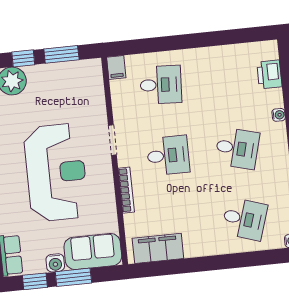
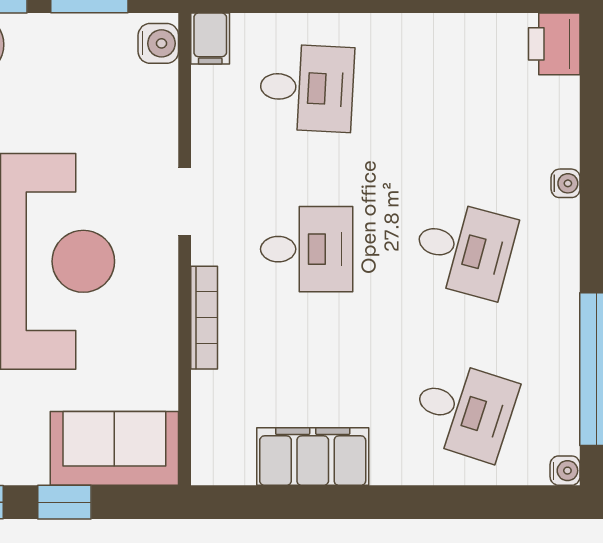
printer: (269, 74) -> (554, 44), moved
filing cabinet: (158, 248) -> (313, 457), moved
water cooler: (55, 263) -> (158, 43), moved, turned -90
window: (73, 277) -> (64, 502), width x0.67

